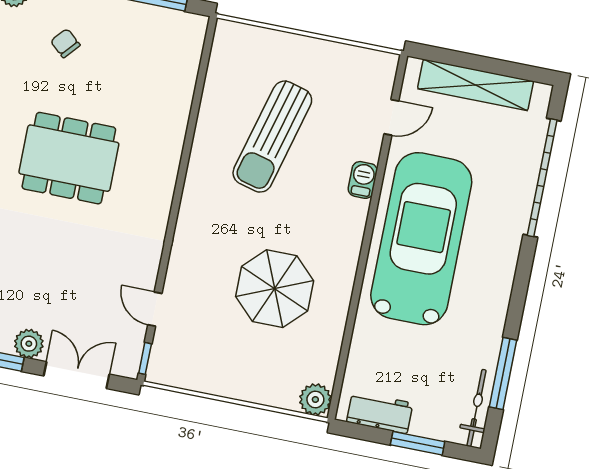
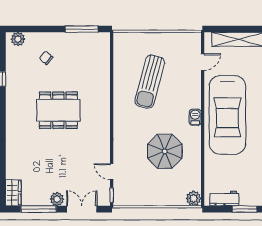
barbecue: (363, 180) -> (195, 117), moved
car: (421, 239) -> (227, 115), turned 180

